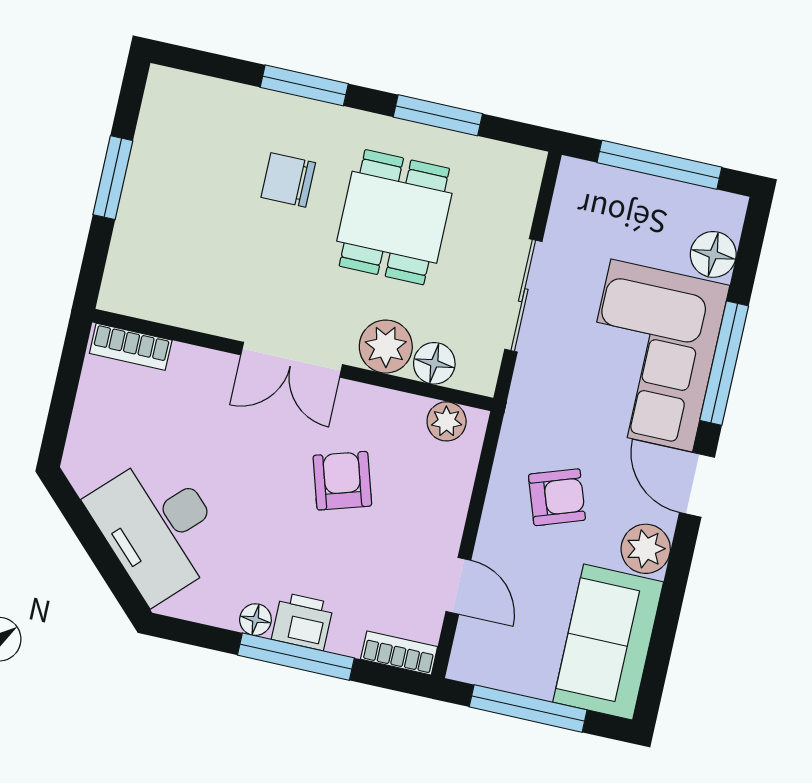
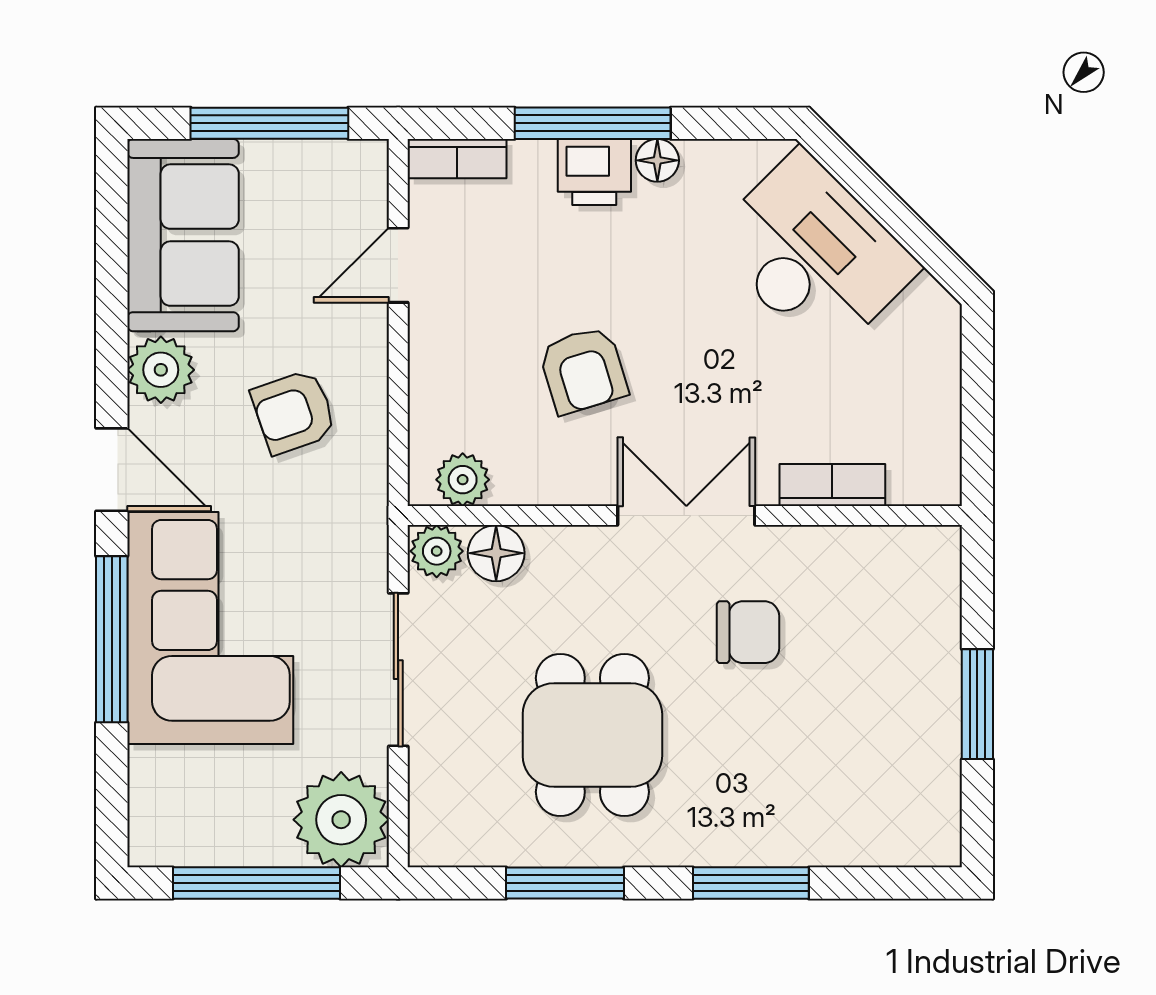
chair: (288, 180) -> (748, 632), moved
plant: (588, 197) -> (341, 820), added
floor lamp: (713, 254) -> (158, 780), removed
bookcase: (131, 347) -> (832, 485), moved
plant: (386, 347) -> (437, 551), moved, width x0.73, depth x0.73
door: (458, 586) -> (398, 265), hinge flipped

